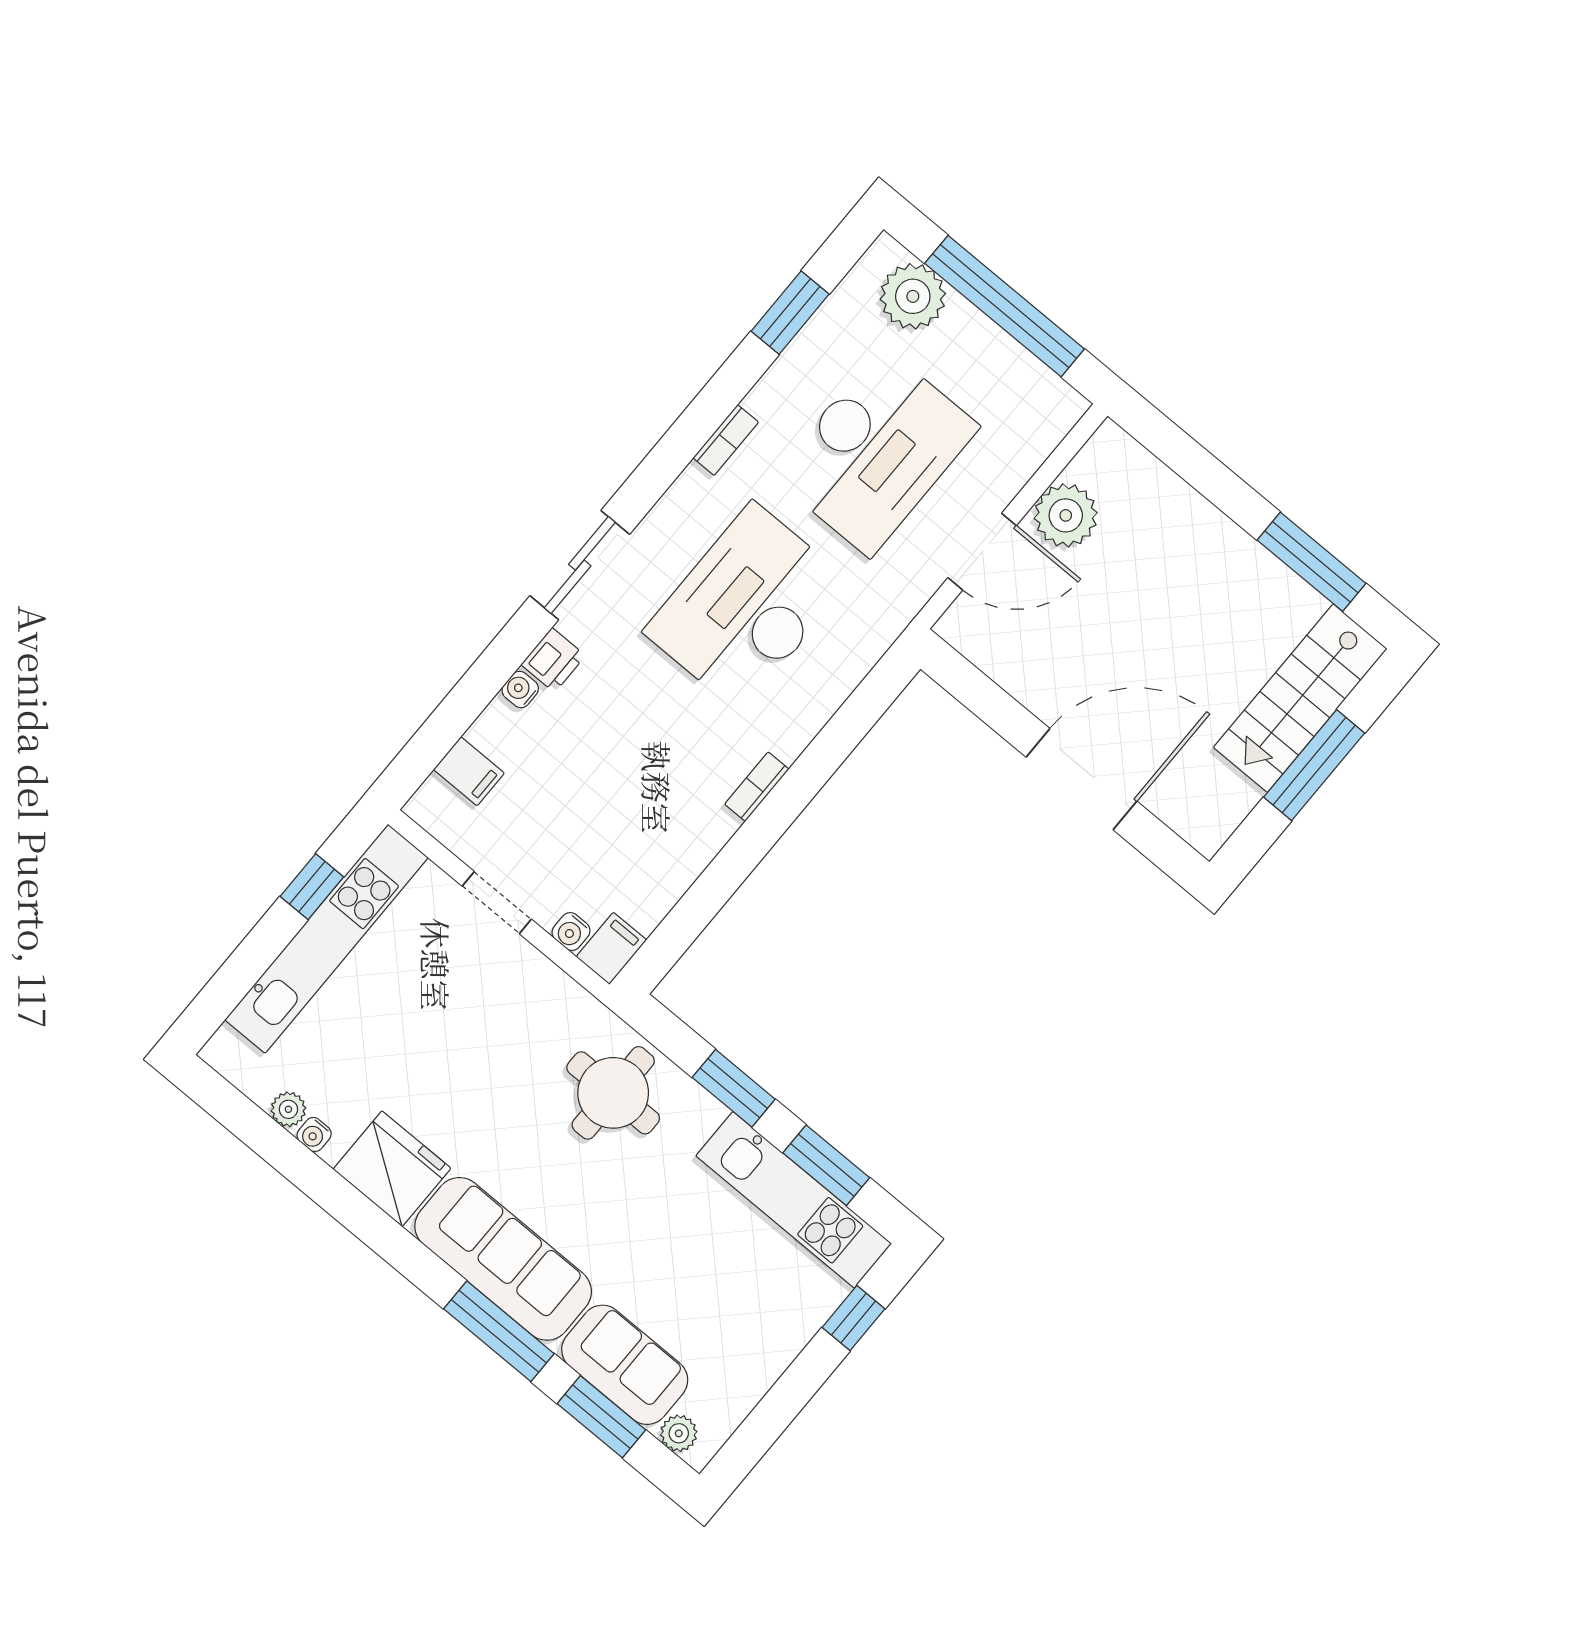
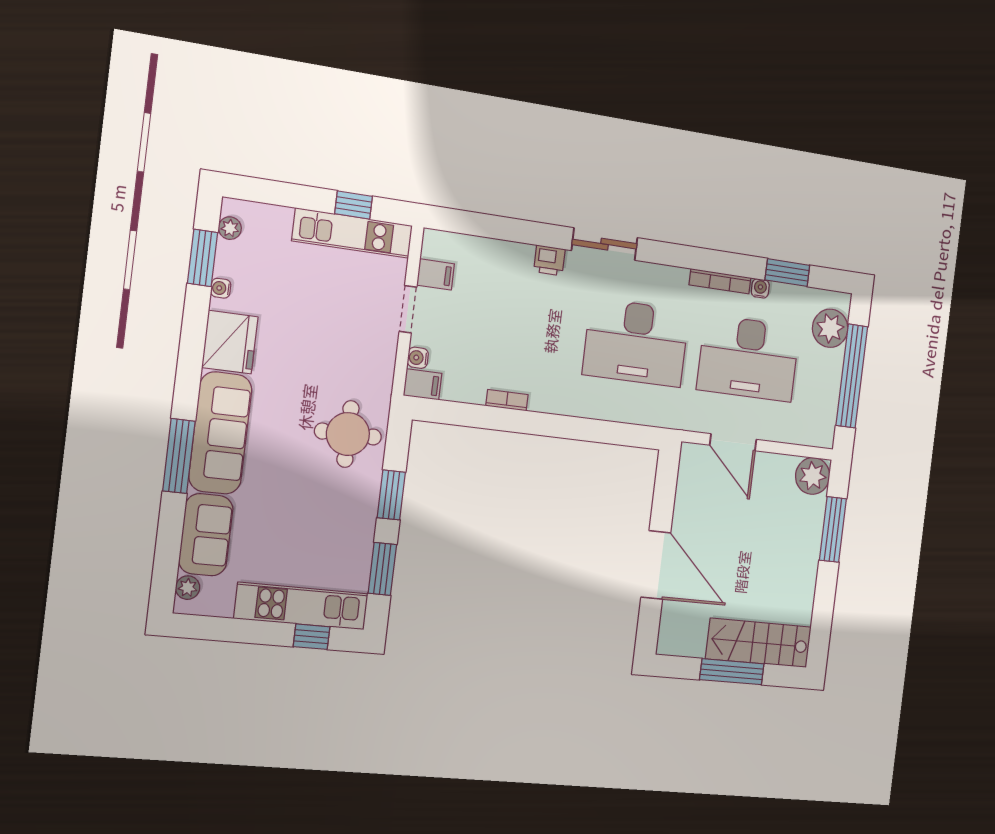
bookcase: (726, 440) -> (720, 281), width x1.56
plant: (1066, 515) -> (813, 476), moved
window: (1312, 562) -> (833, 530), moved
desk: (747, 607) -> (636, 343), turned 180
water cooler: (520, 689) -> (760, 288), moved
filing cabinet: (469, 771) -> (436, 274), moved, turned -90
bookcase: (757, 787) -> (507, 400), moved
kitchen unit: (327, 939) -> (352, 233), width x0.73
plant: (288, 1109) -> (230, 228), moved
kitchen unit: (794, 1200) -> (301, 606), moved, turned 90
window: (601, 1417) -> (203, 258), moved

